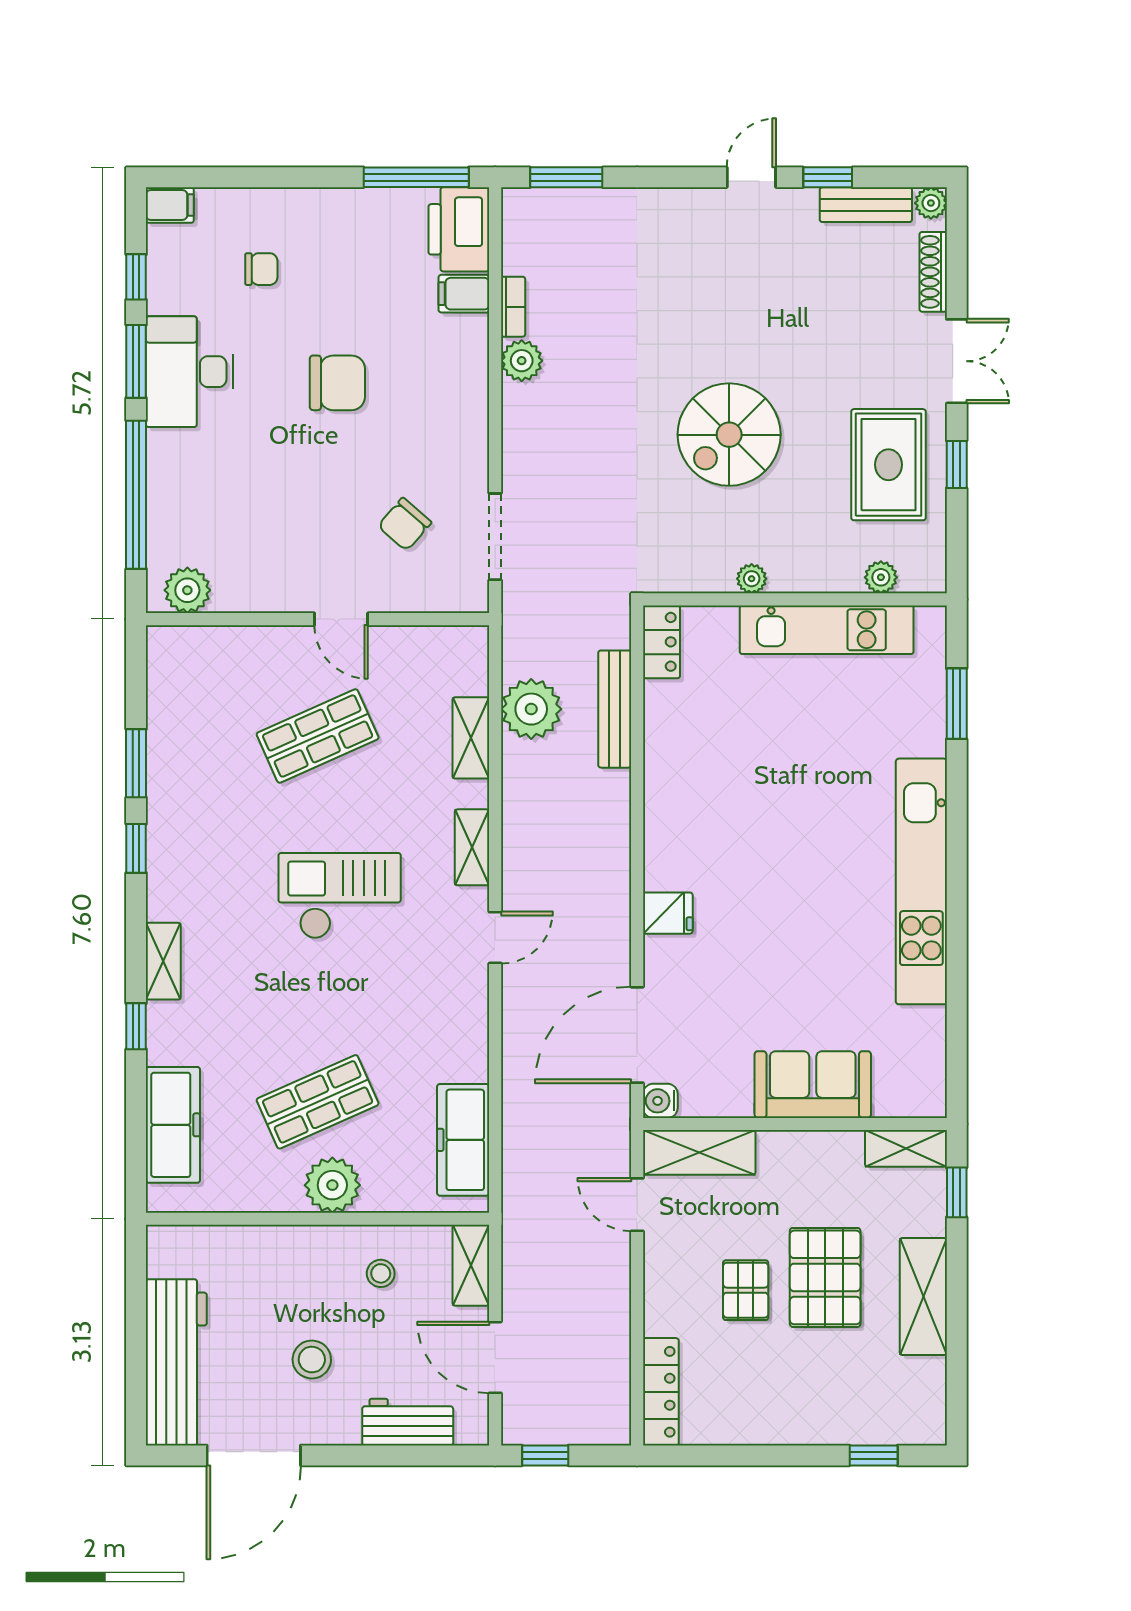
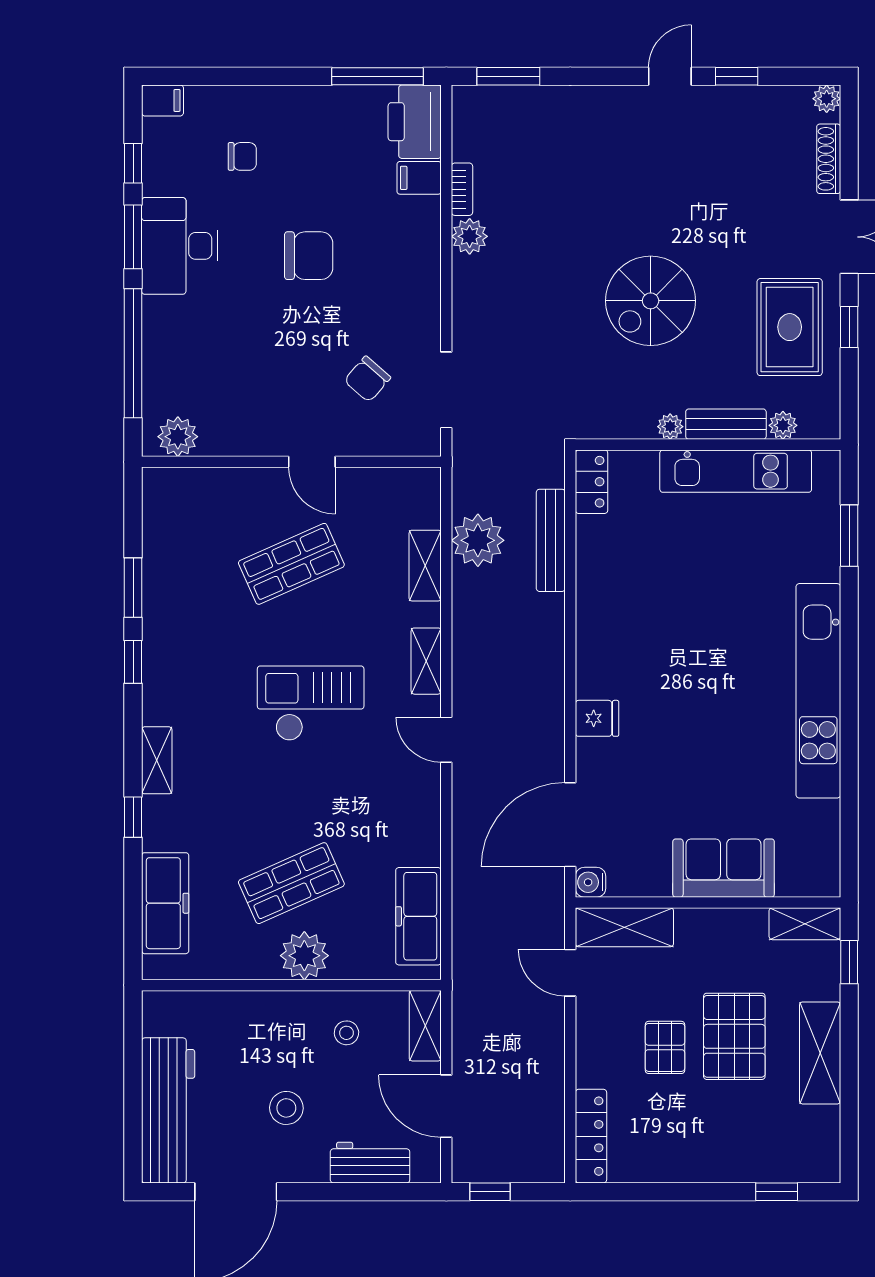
bench: (866, 205) -> (726, 424), moved
door: (495, 938) -> (446, 740), swing flipped

